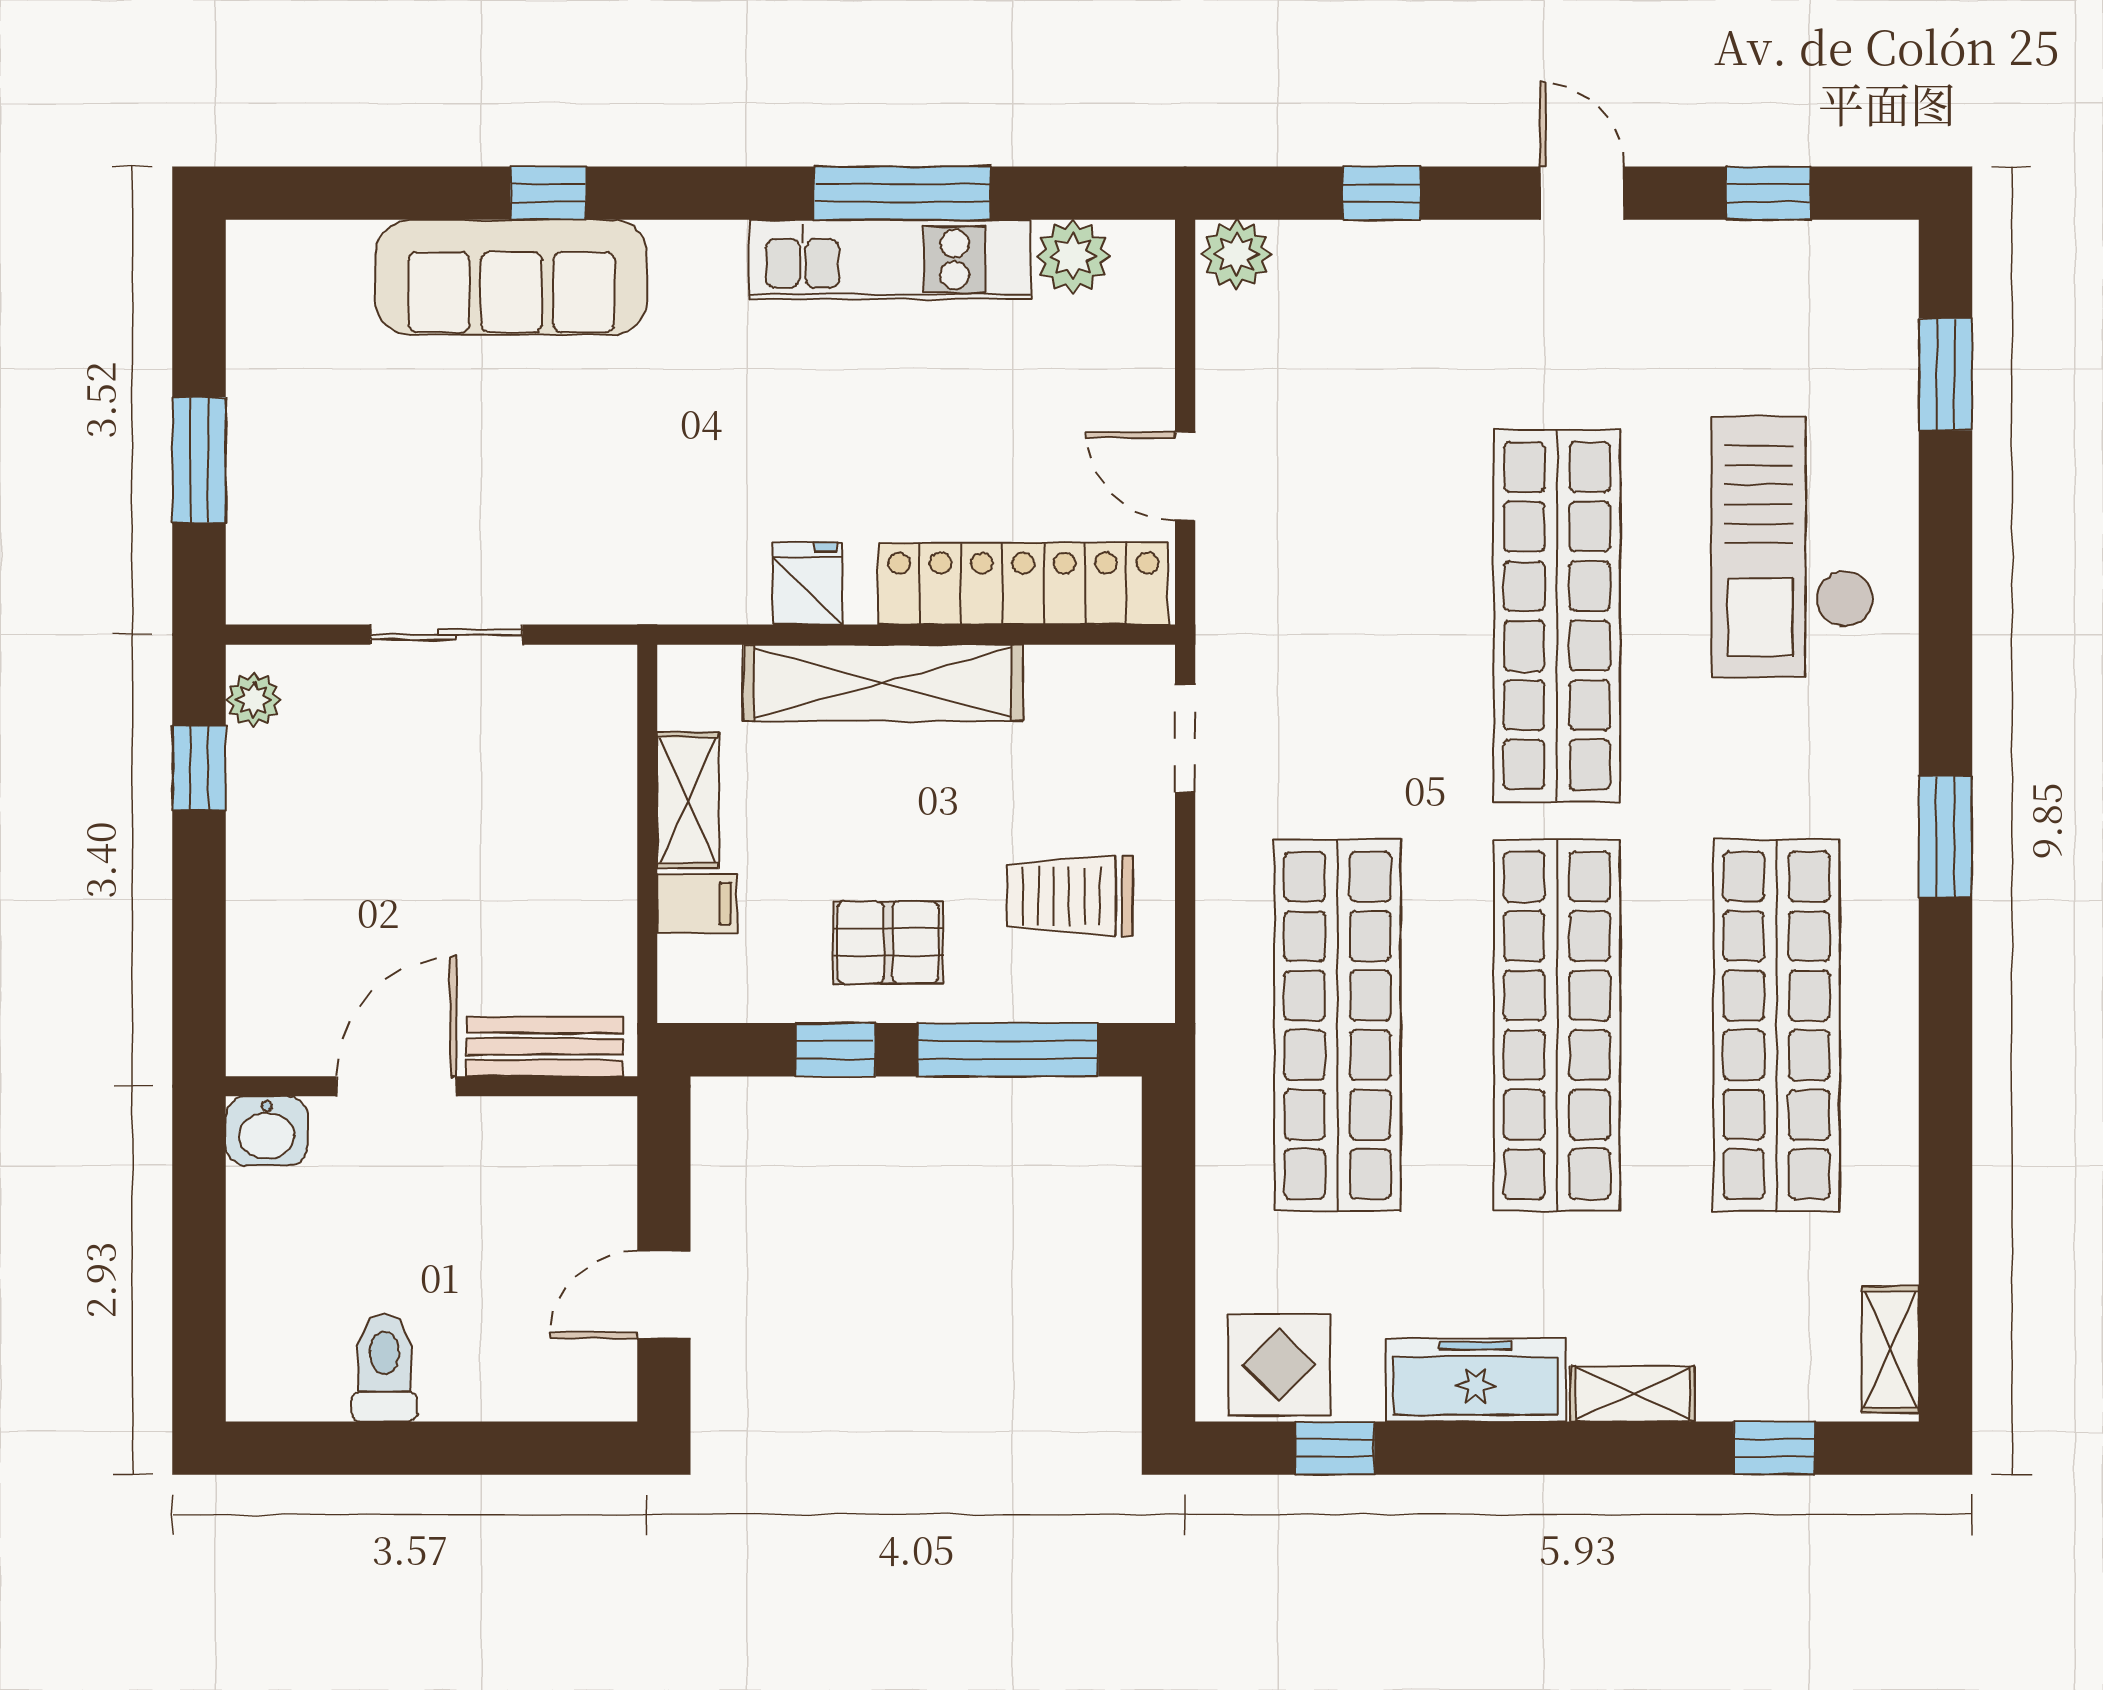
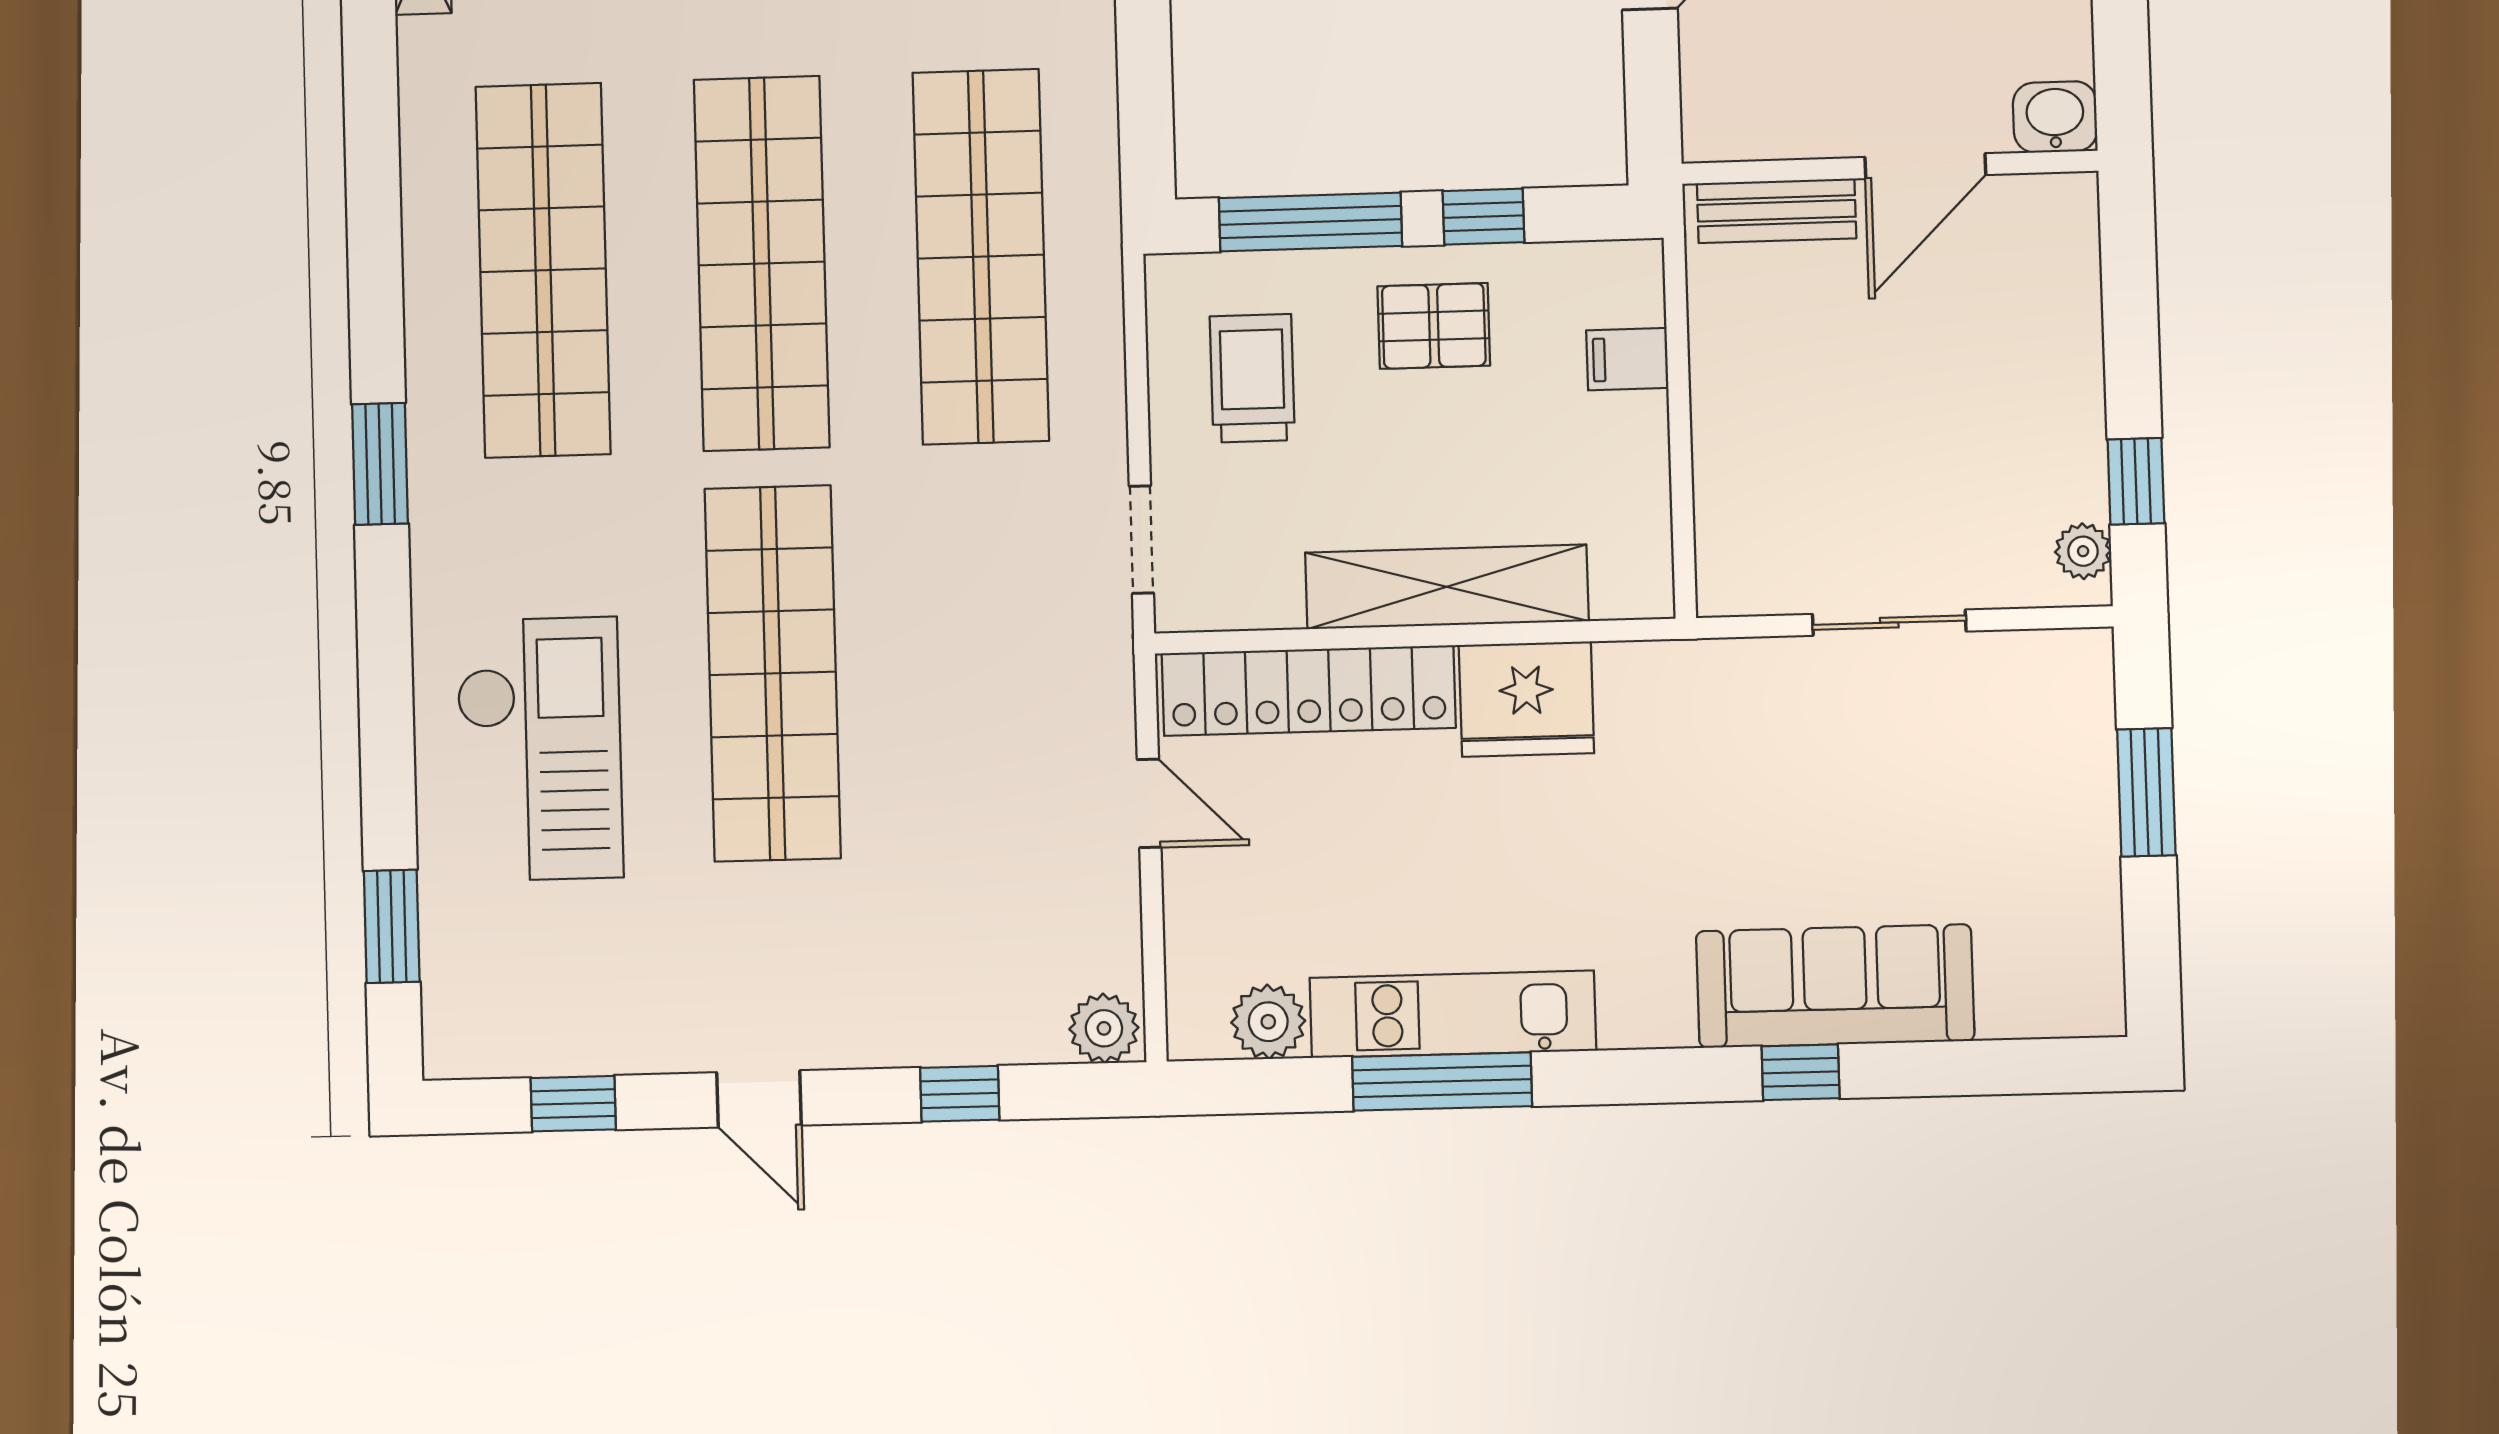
fridge: (807, 583) -> (1526, 699), width x1.88, depth x1.34
shelving: (688, 800) -> (1640, 463), removed
trolley: (1070, 896) -> (1252, 378), turned -90

